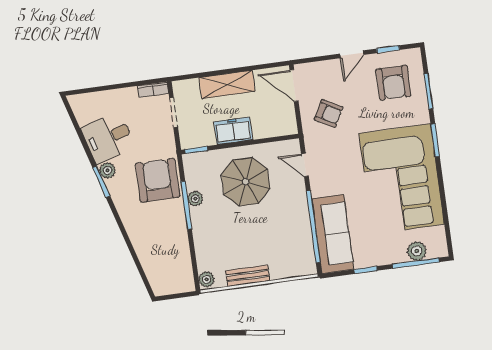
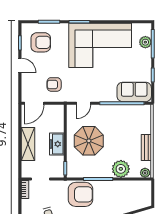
armchair: (329, 113) -> (54, 84), turned -119
armchair: (158, 180) -> (81, 194), turned 180
plant: (195, 199) -> (121, 169), moved, width x1.88, depth x1.88
sofa: (333, 234) -> (134, 92), width x0.73

